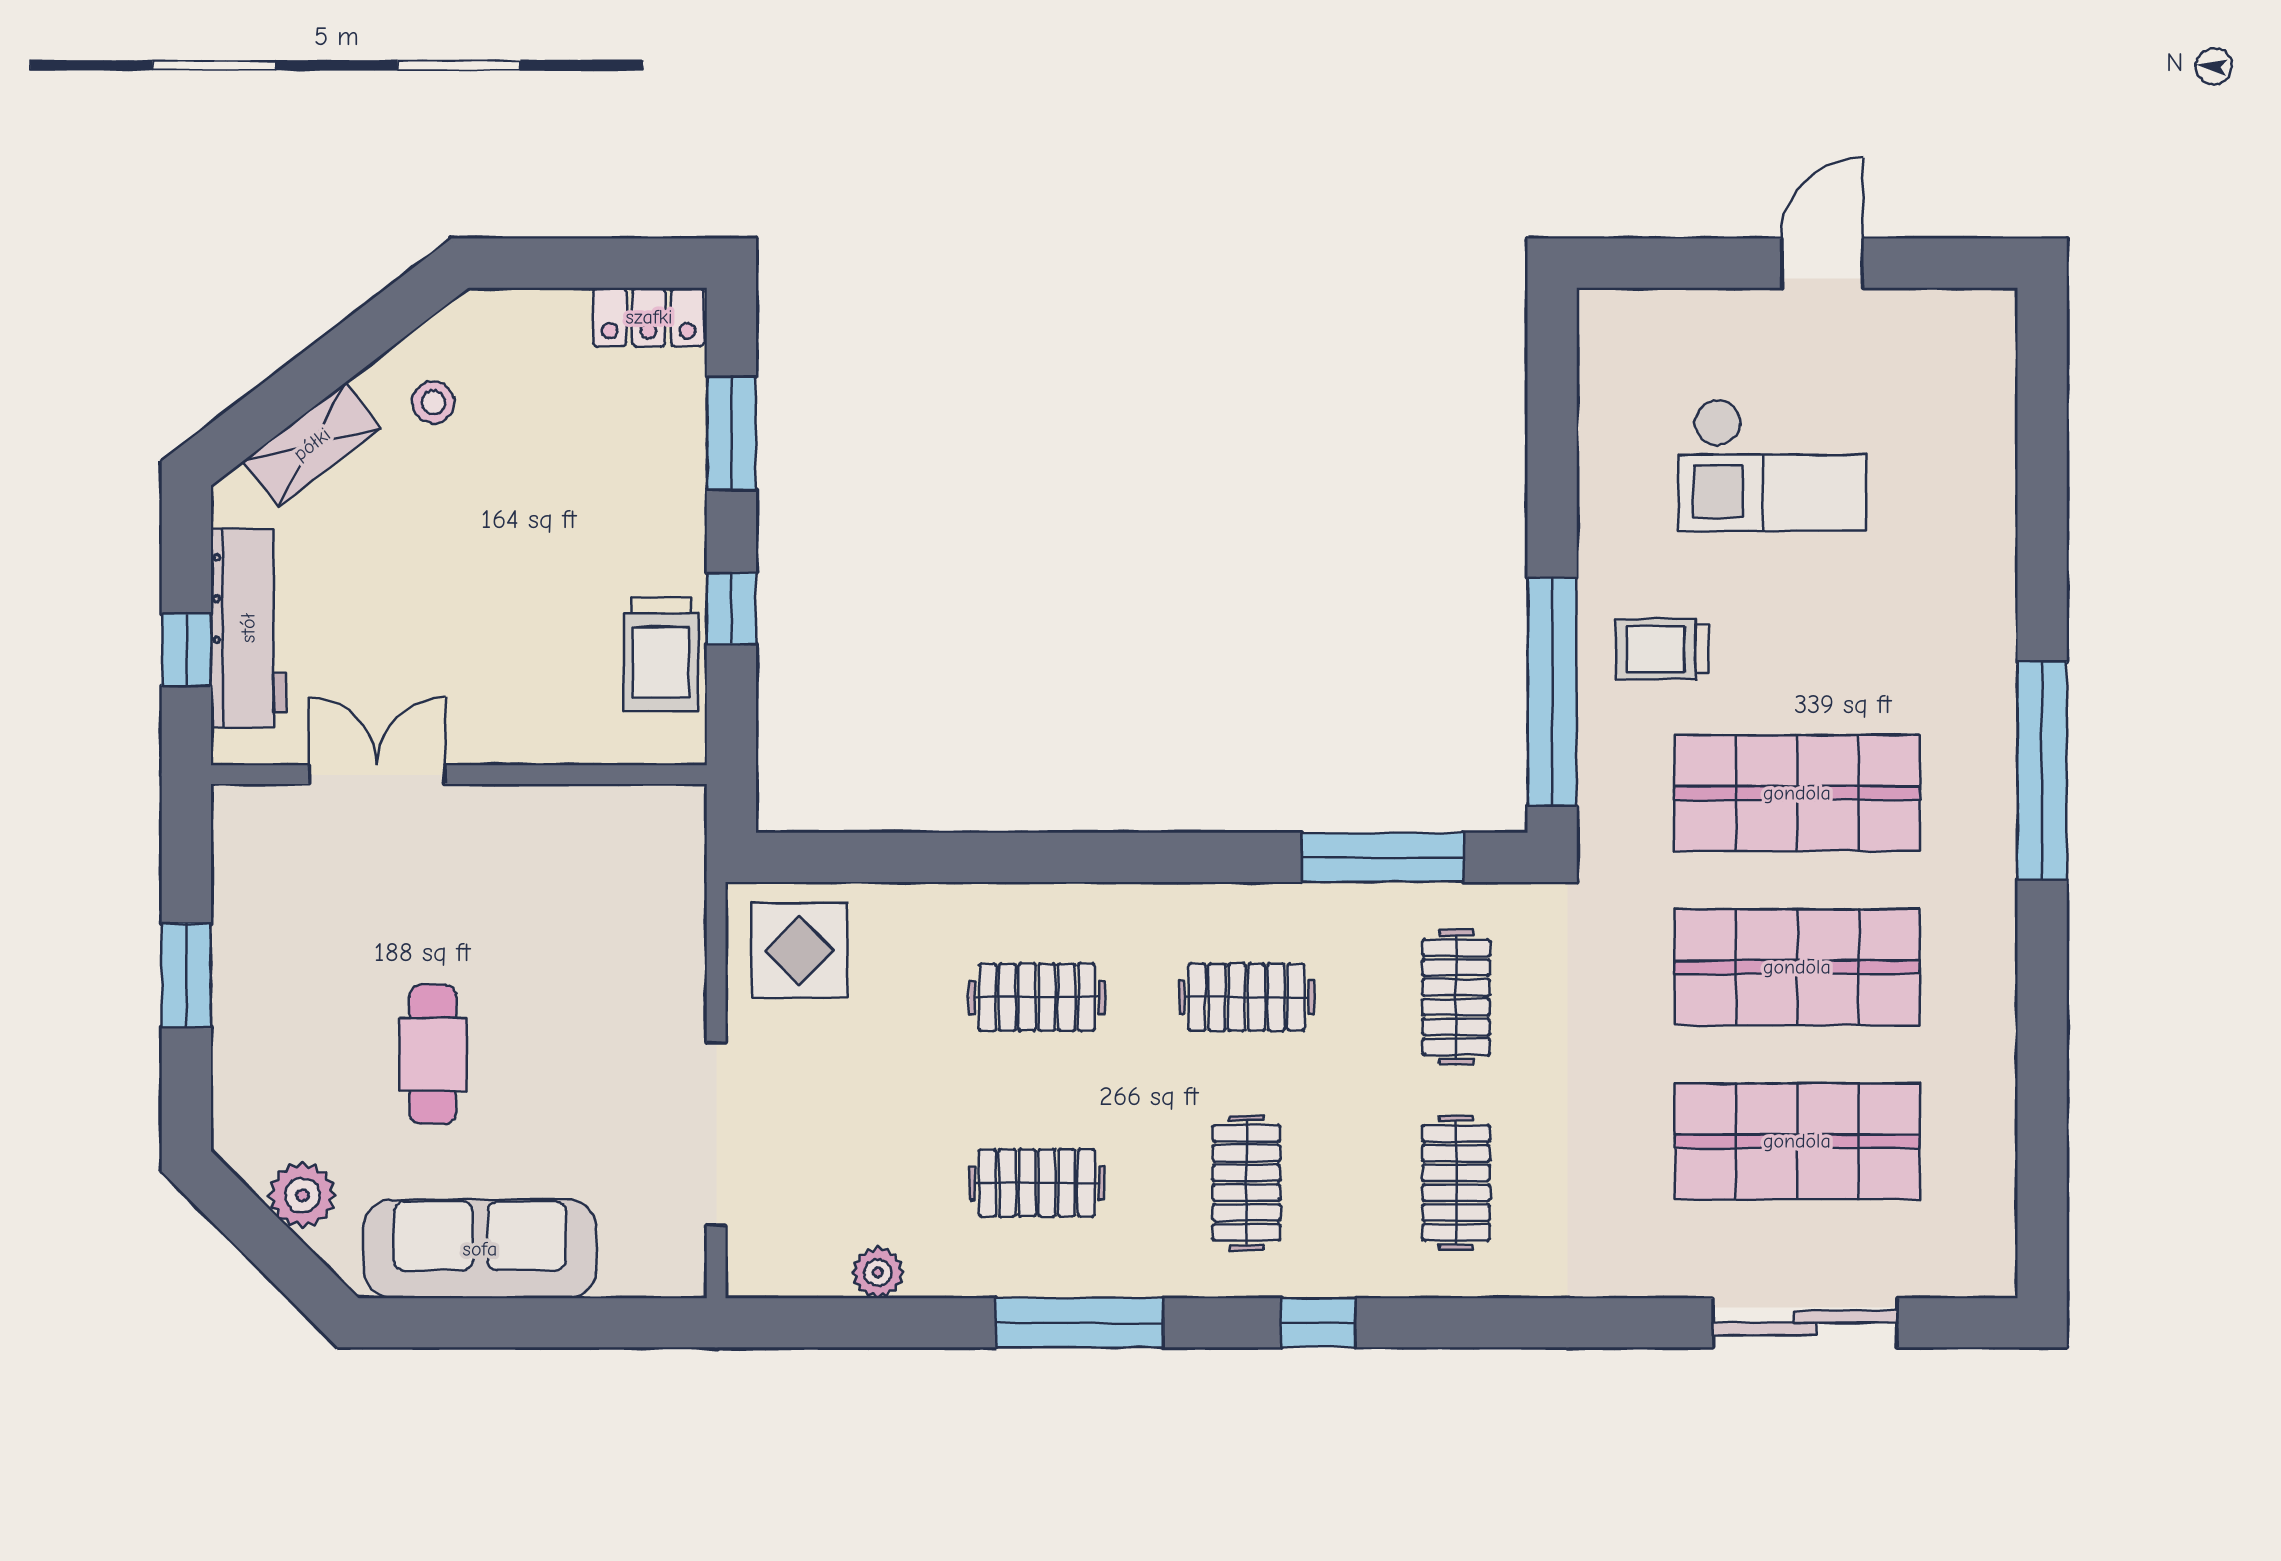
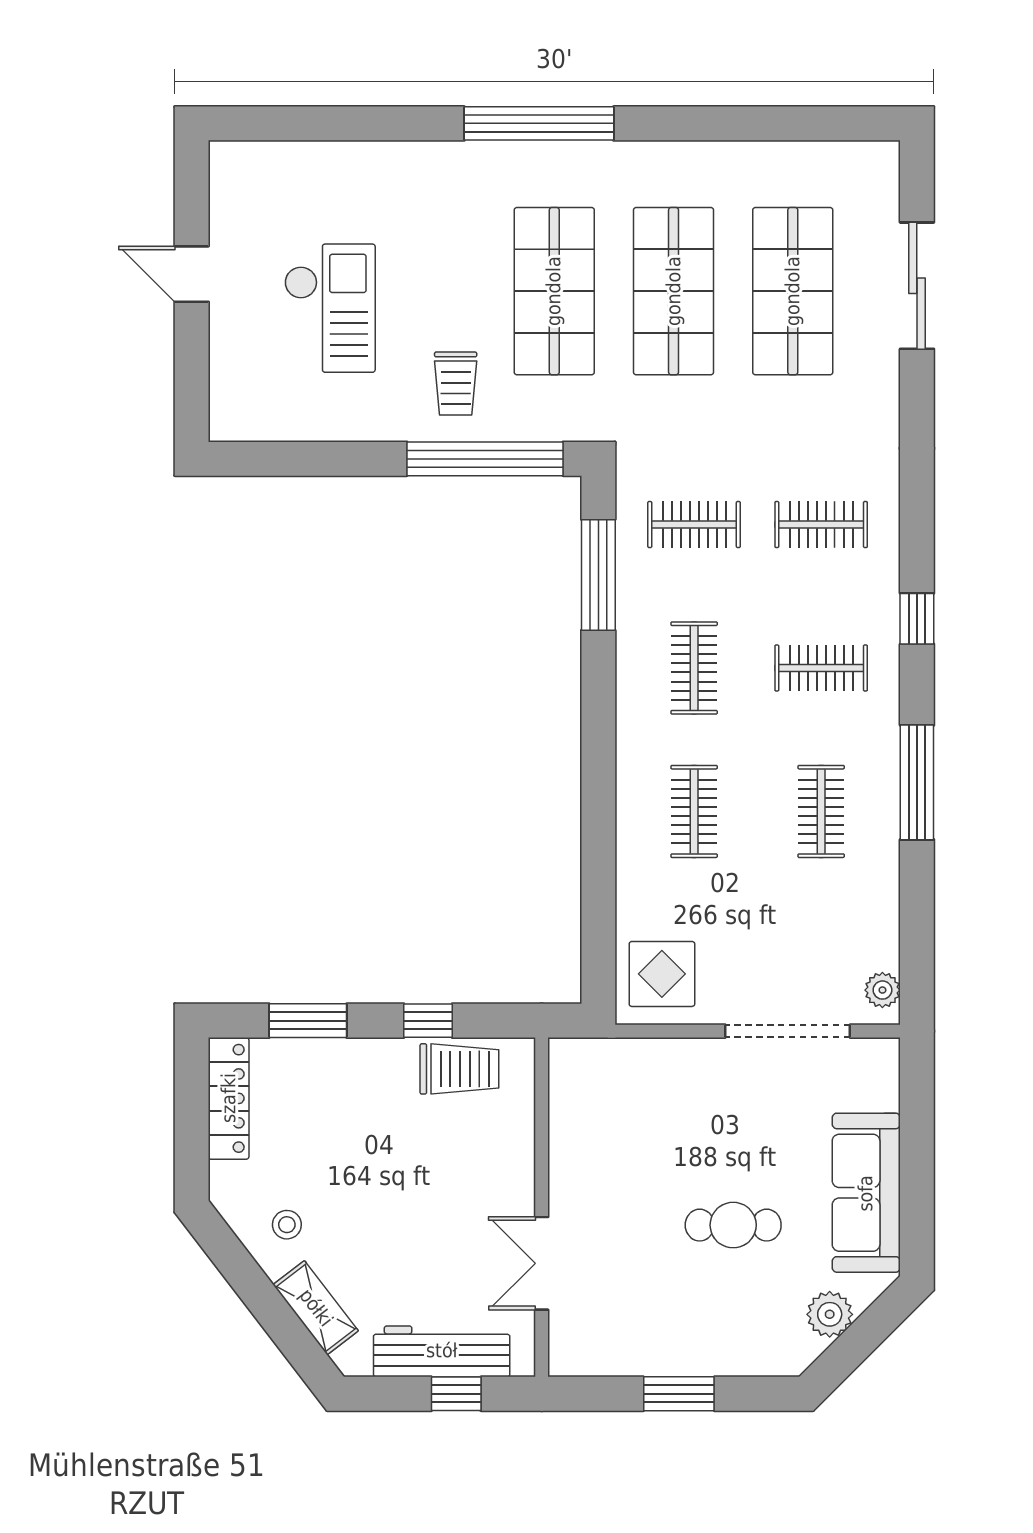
locker: (649, 317) -> (229, 1098), width x1.53
plant: (878, 1272) -> (882, 990), moved

